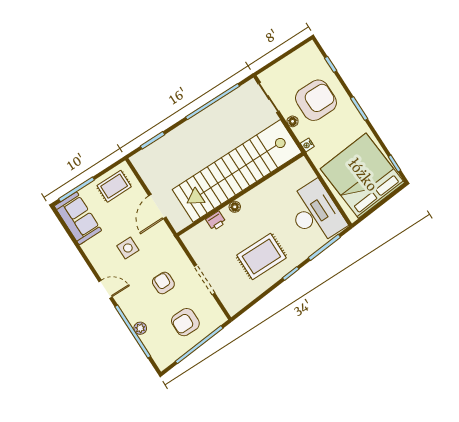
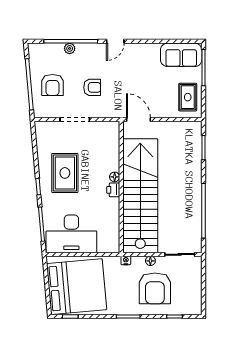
door: (157, 207) -> (138, 120), moved
printer: (216, 221) -> (113, 190), moved
side table: (128, 248) -> (135, 78), removed
armchair: (185, 322) -> (53, 85), turned 180

